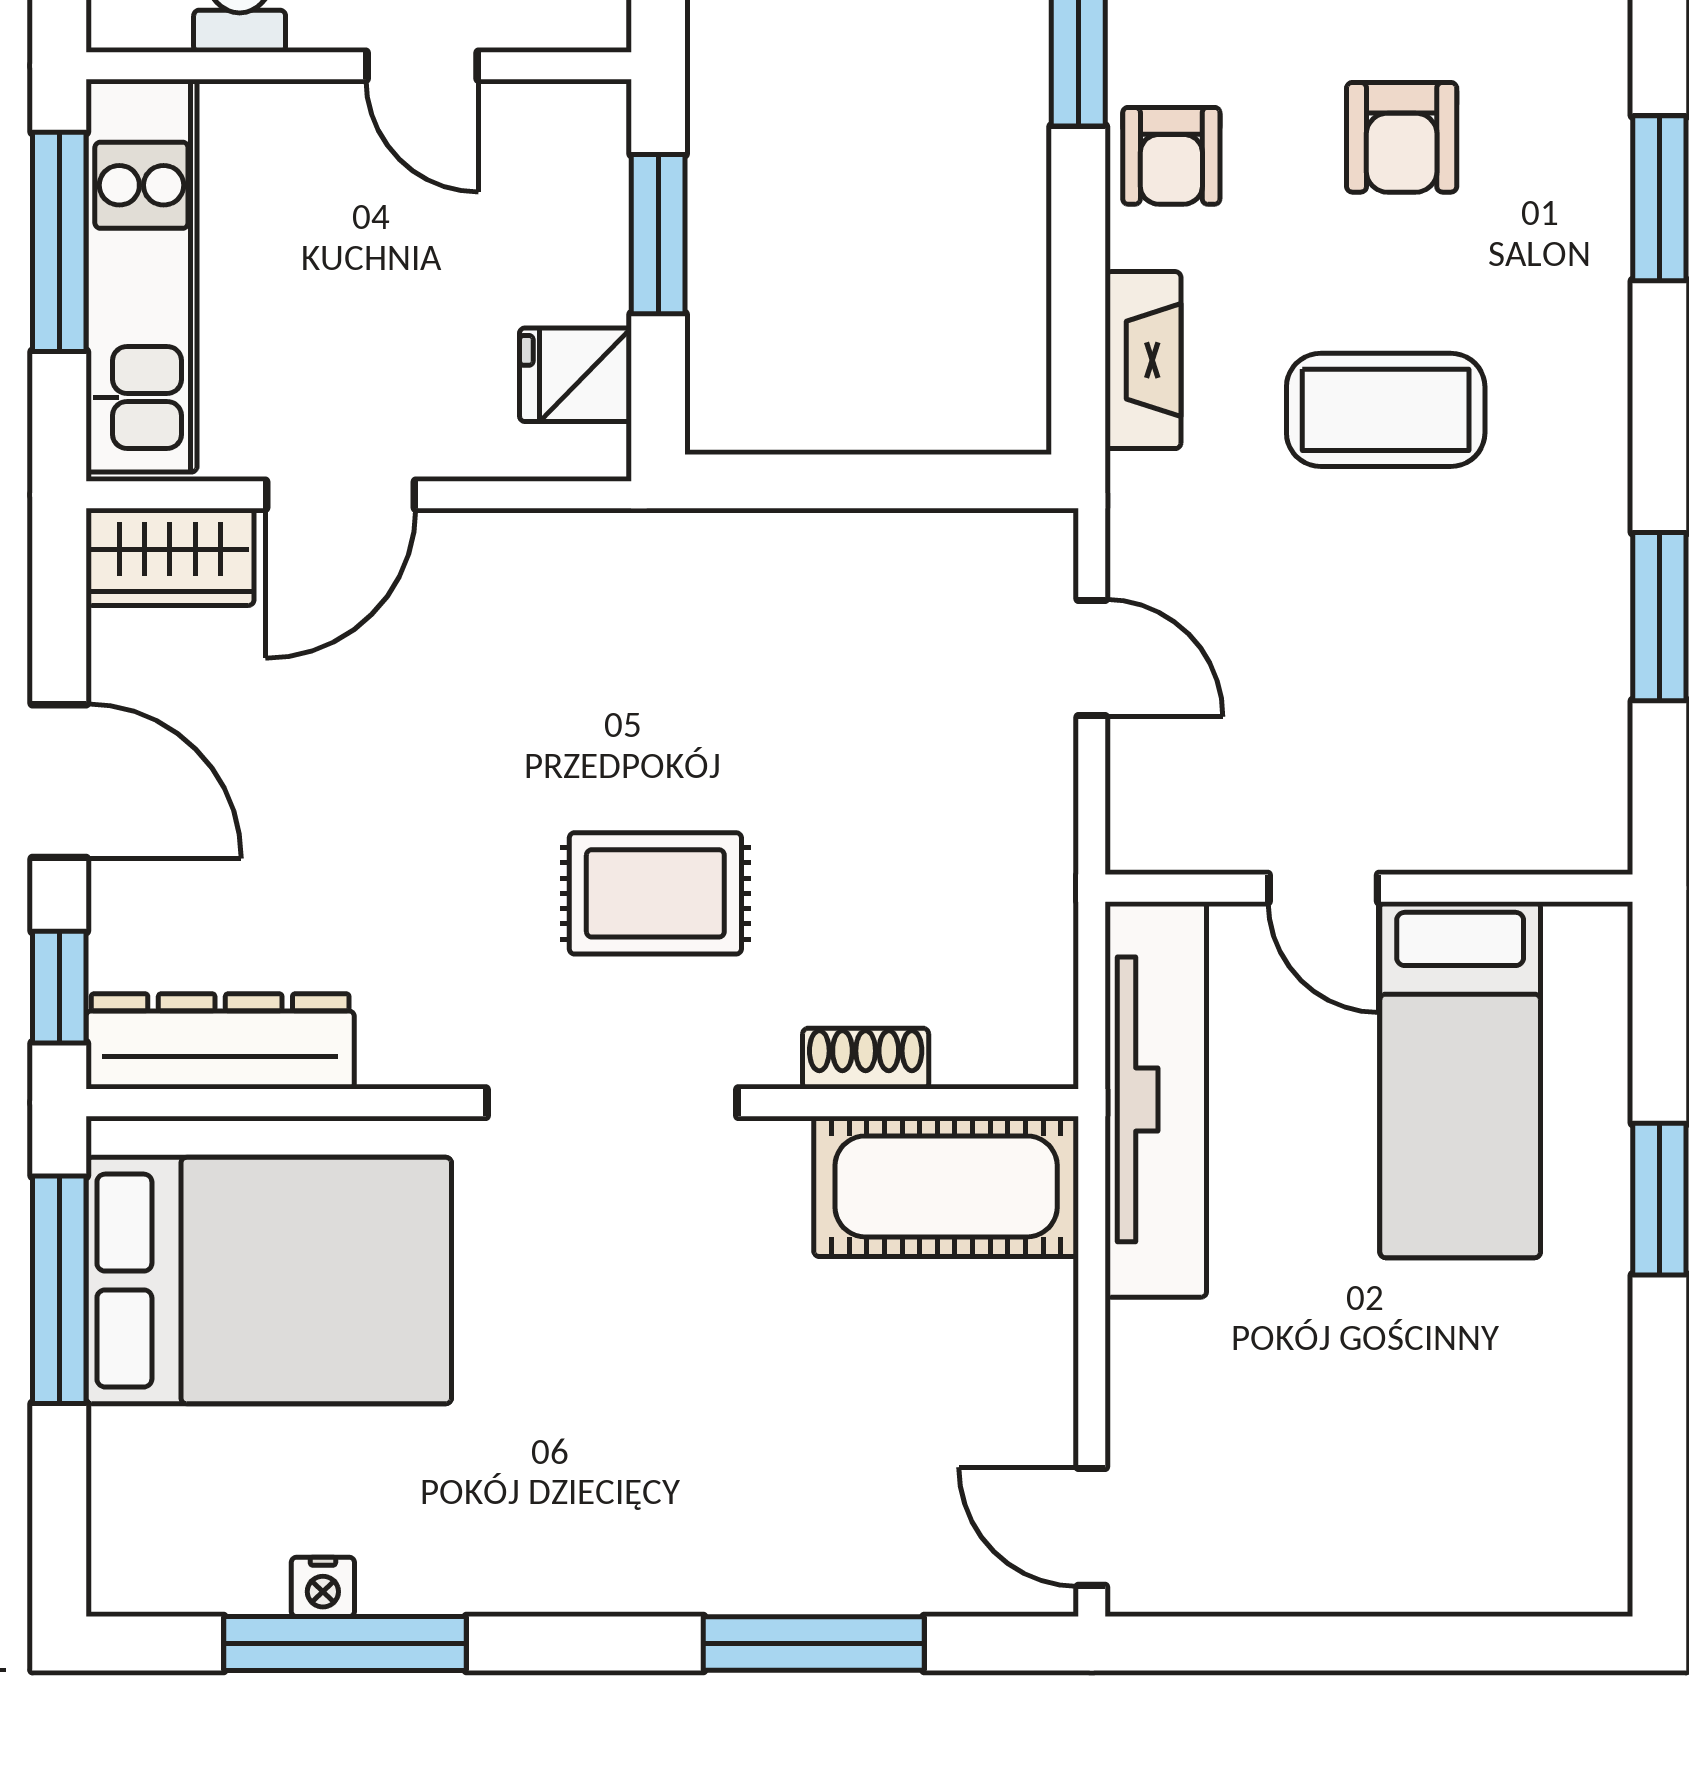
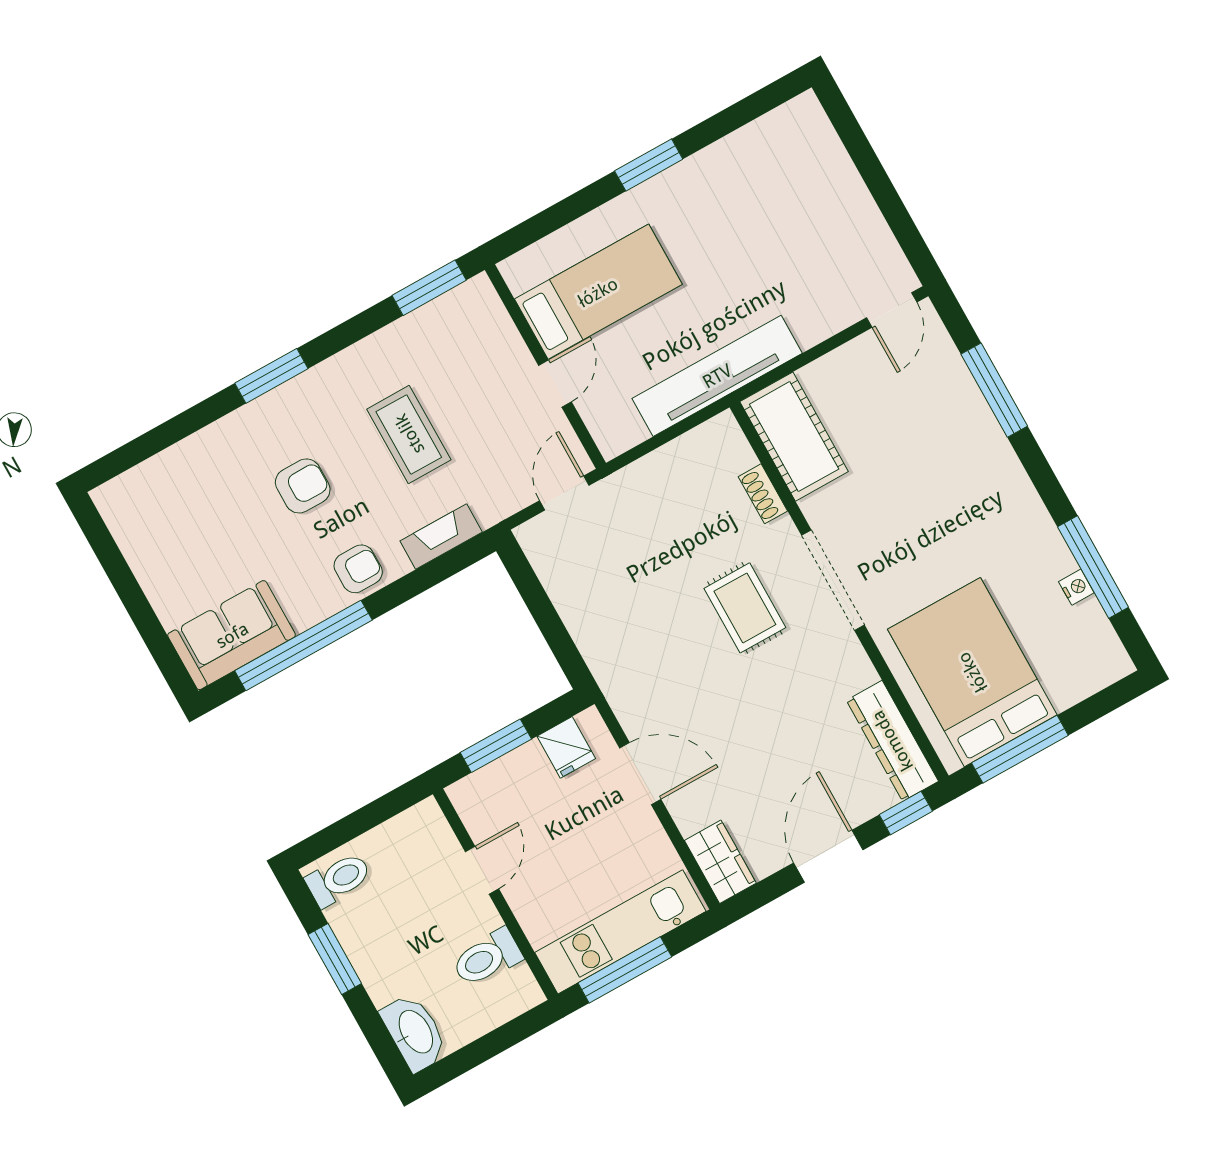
door: (341, 495) -> (640, 774), moved
door: (1323, 888) -> (555, 384), moved
wall: (1369, 888) -> (545, 366), moved
bed: (1460, 1080) -> (598, 292), moved

